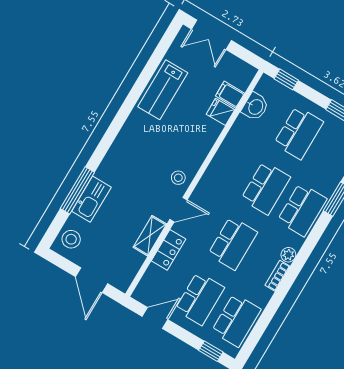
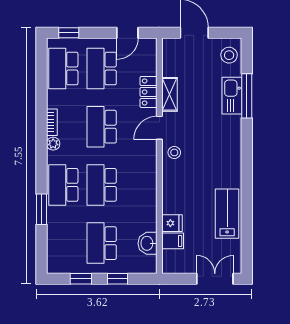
window: (286, 79) -> (117, 279), moved

